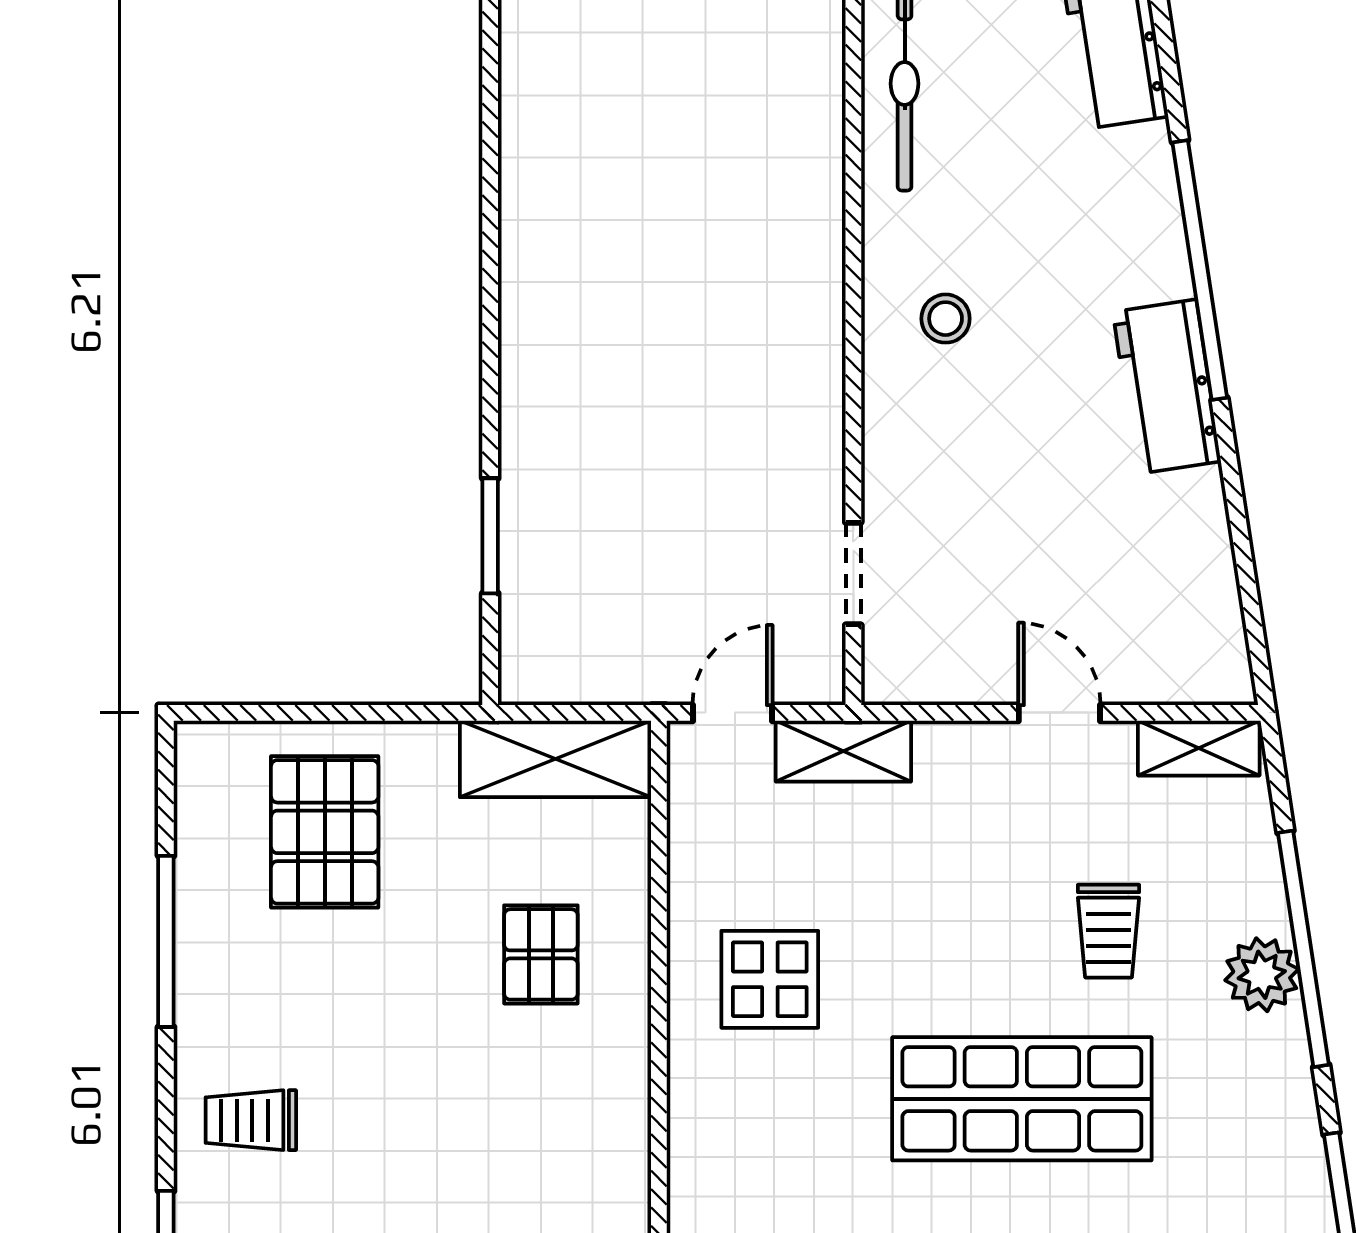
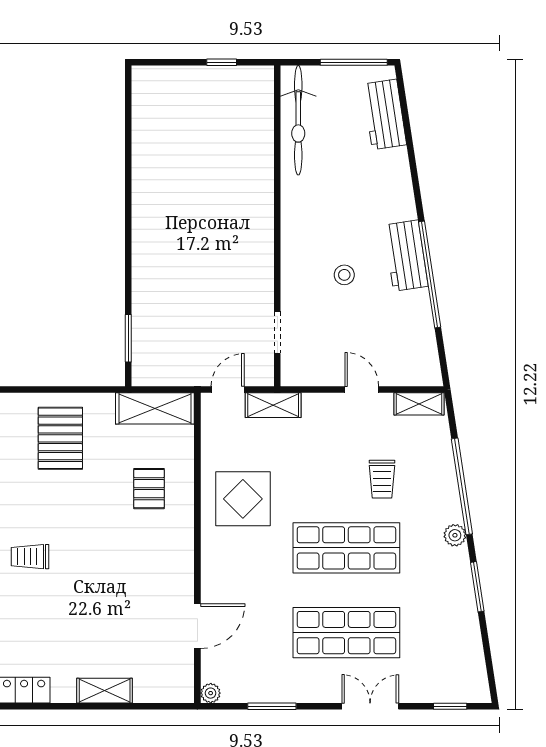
window: (1200, 270) -> (430, 274), moved
stool: (946, 319) -> (344, 275), moved
window: (490, 536) -> (128, 338), moved
plant: (1262, 975) -> (455, 535), moved, width x0.73, depth x0.73
display table: (770, 979) -> (243, 499), width x1.36, depth x1.36

